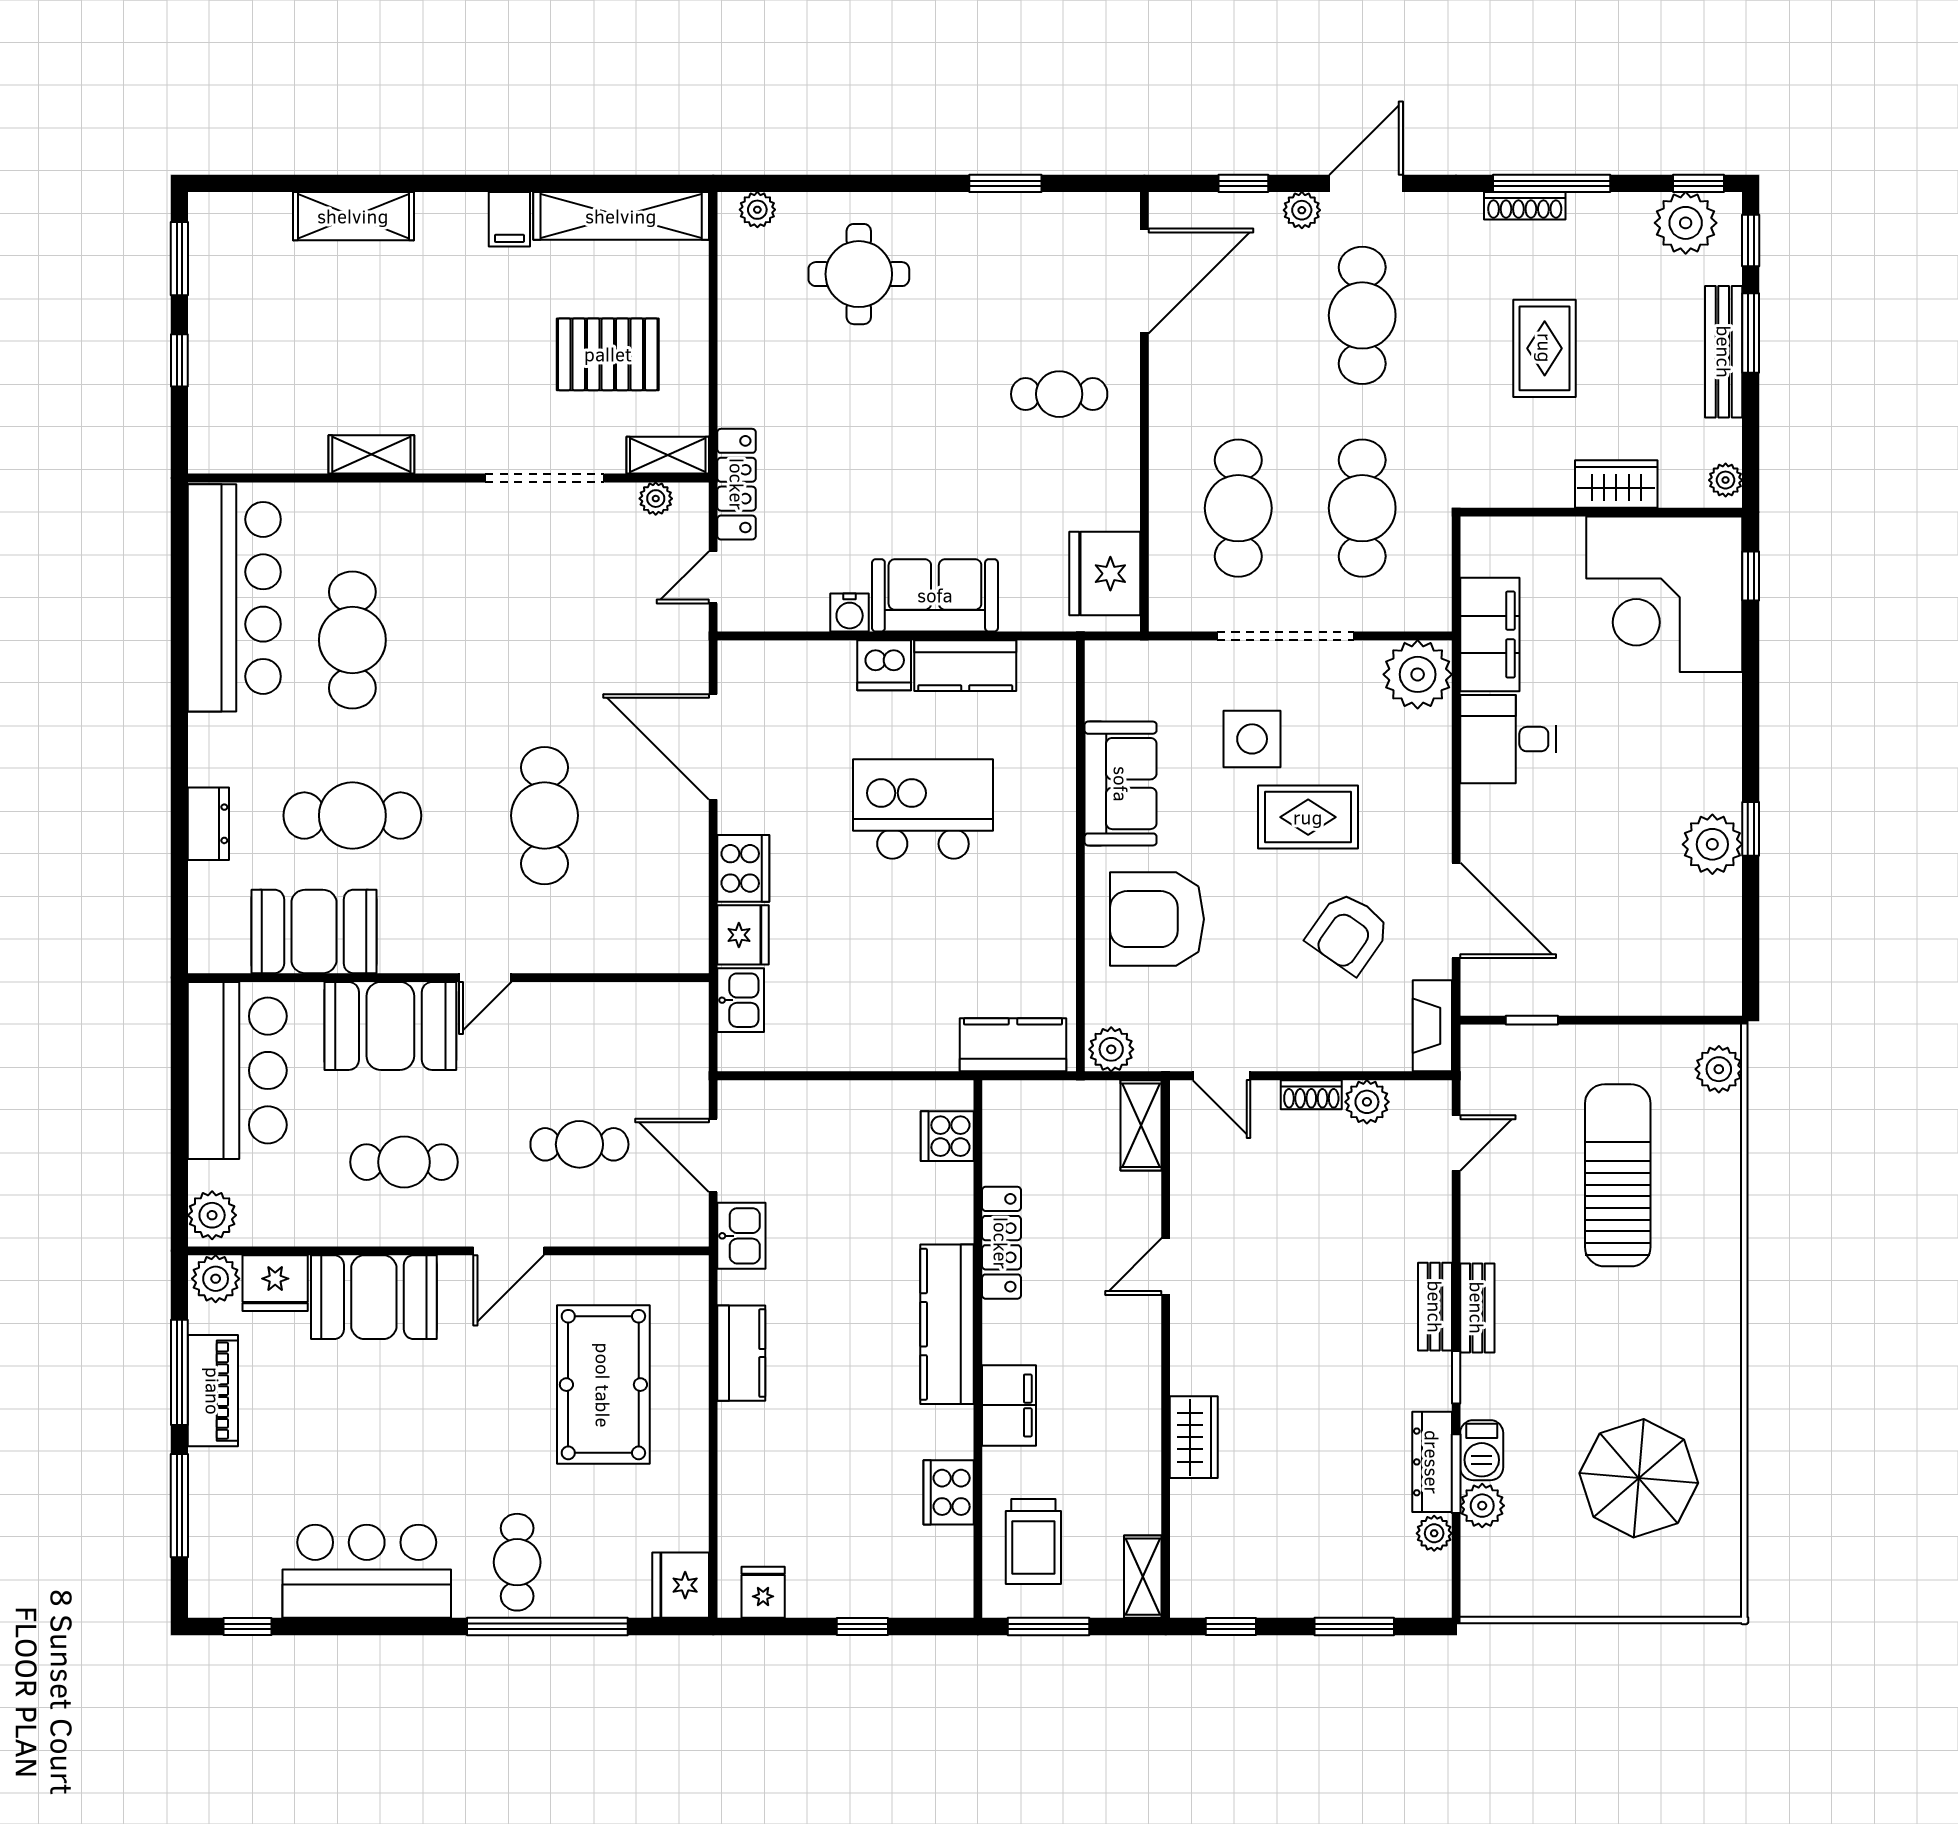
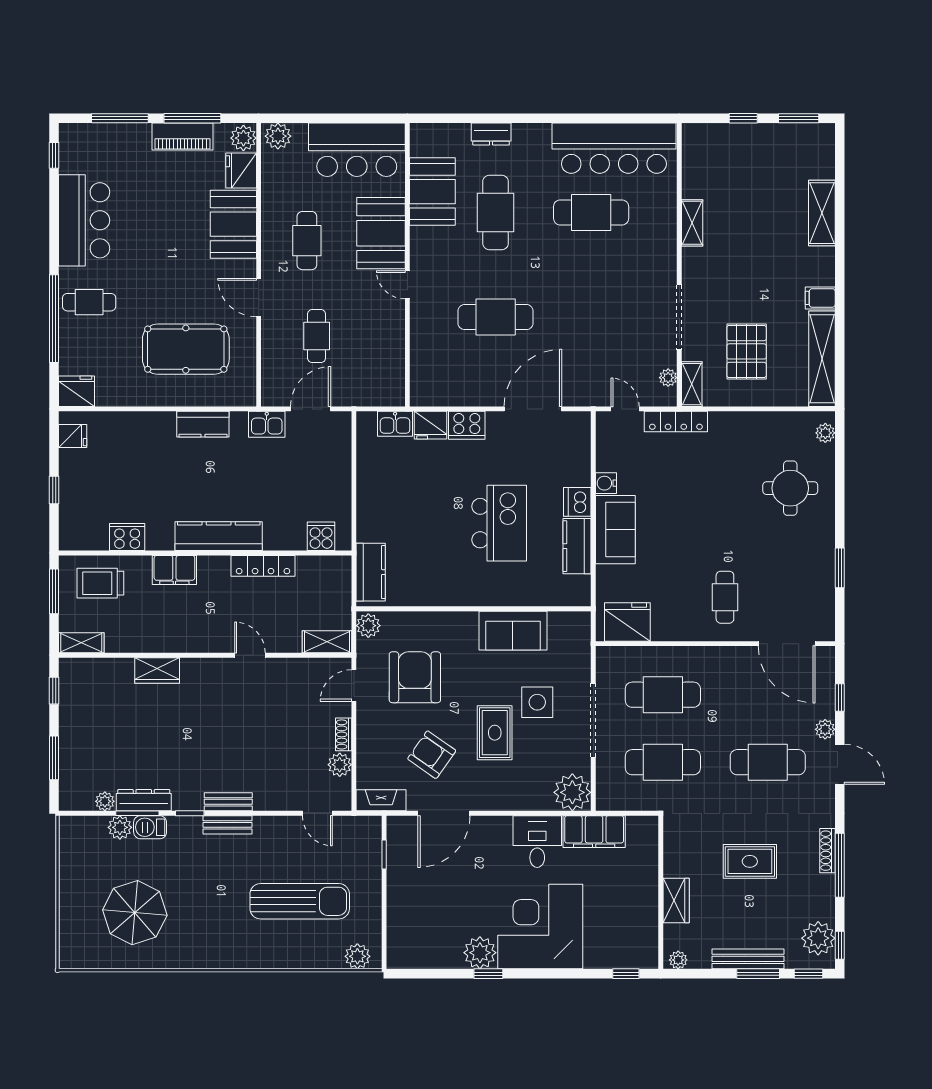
corner desk: (1664, 594) -> (540, 927), moved
armchair: (1157, 919) -> (415, 677), moved

